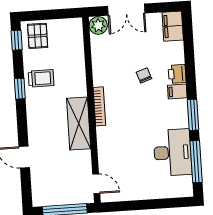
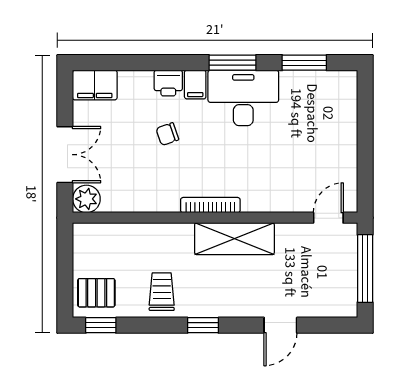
window: (20, 89) -> (203, 325), moved
desk: (172, 152) -> (243, 98), moved
window: (196, 162) -> (304, 63), width x0.69

